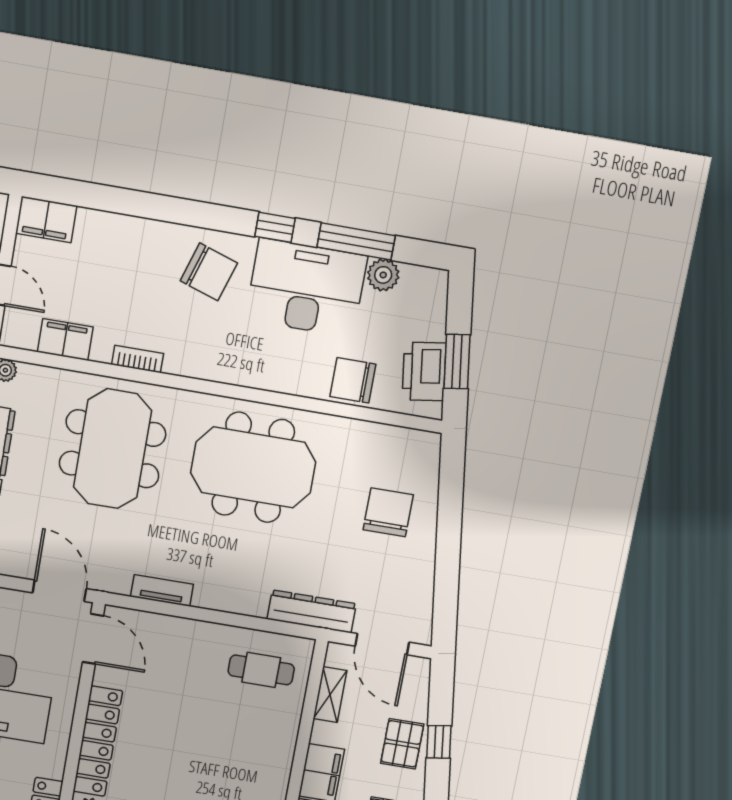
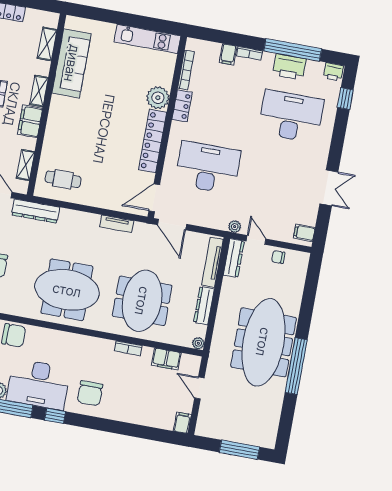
filing cabinet: (46, 220) -> (182, 423), width x0.50
chair: (209, 272) -> (90, 393), turned -108
door: (93, 639) -> (154, 198), hinge flipped

